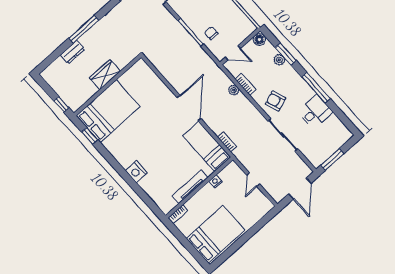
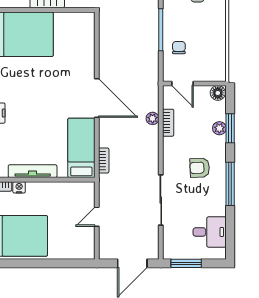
armchair: (276, 101) -> (200, 168), moved, turned -72
door: (189, 108) -> (97, 98), hinge flipped
desk: (315, 112) -> (210, 232), moved
nightstand: (215, 182) -> (19, 187), moved

